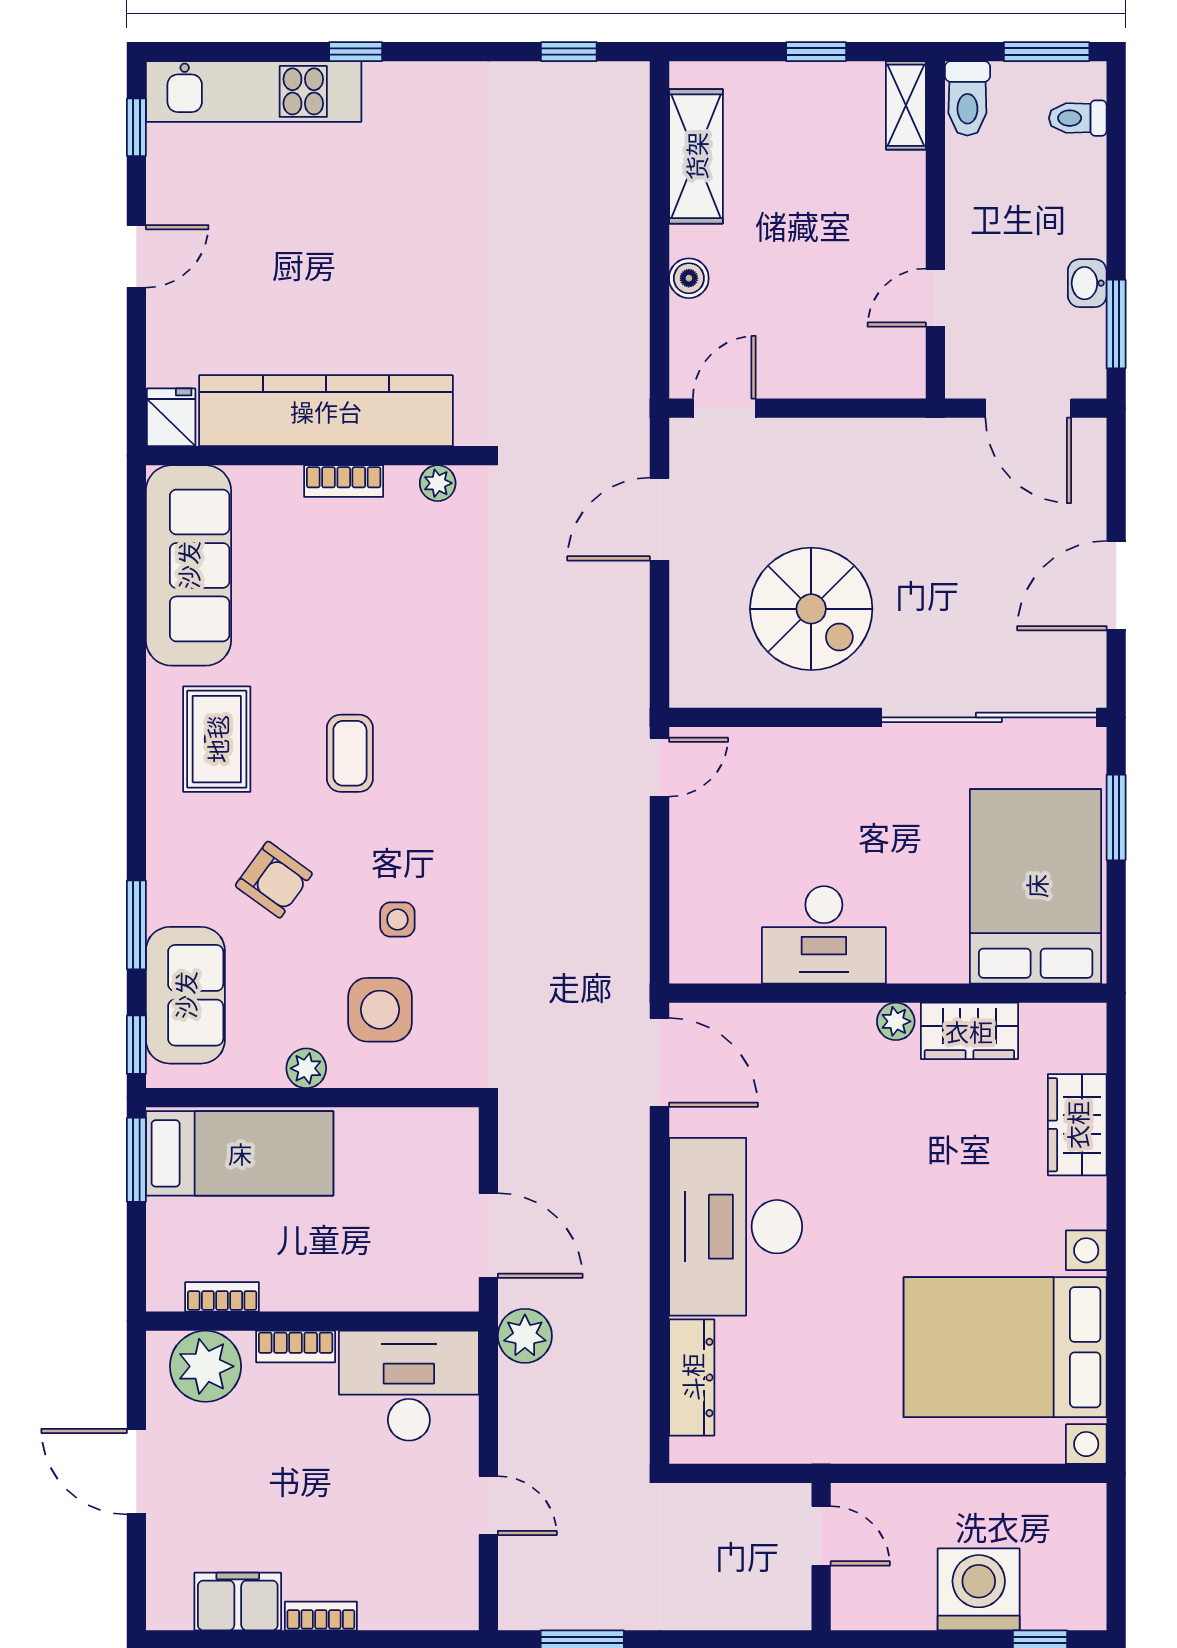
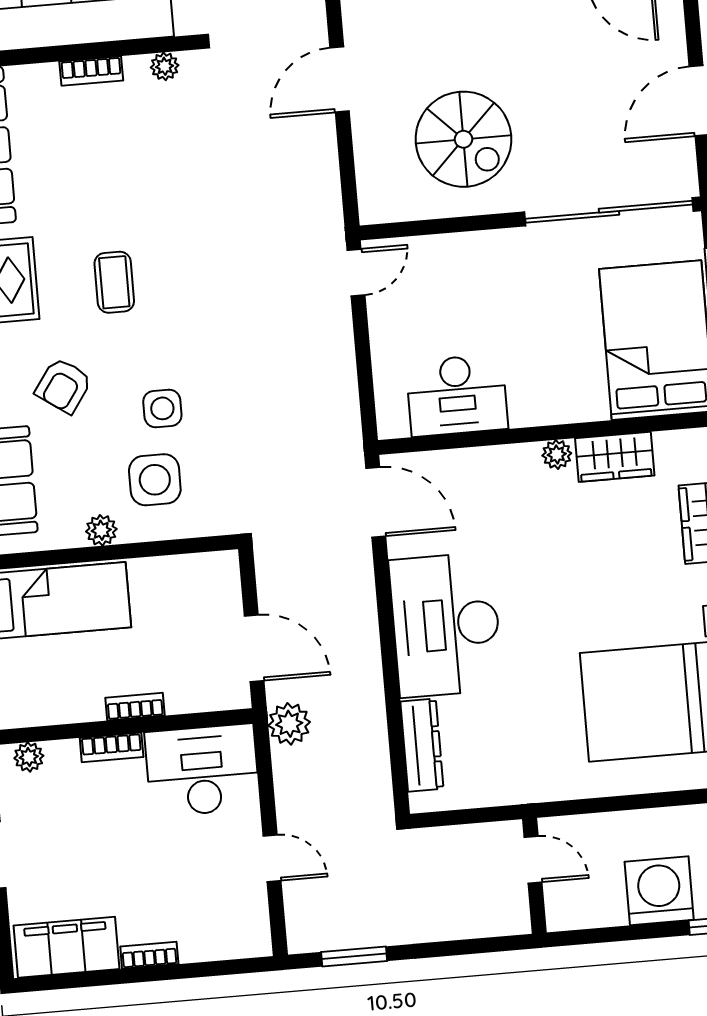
armchair: (274, 880) -> (64, 386), turned 89
side table: (397, 920) -> (162, 408), width x1.37, depth x1.37
desk: (824, 935) -> (457, 395), moved
bookcase: (222, 1297) -> (135, 707), moved
plant: (205, 1366) -> (29, 757), width x0.53, depth x0.53
filing cabinet: (238, 1601) -> (66, 947), width x1.50, depth x1.17

